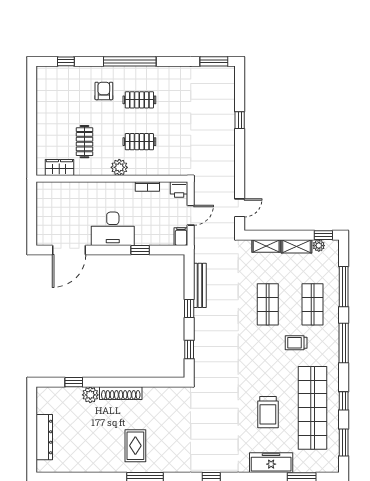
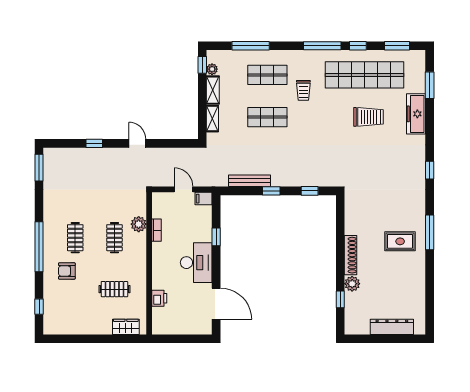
wardrobe: (59, 167) -> (126, 327), moved, turned 90
plant: (119, 167) -> (139, 224), moved
printer: (179, 189) -> (159, 298), moved
door: (240, 208) -> (137, 143), moved
window: (344, 343) -> (322, 46), moved

